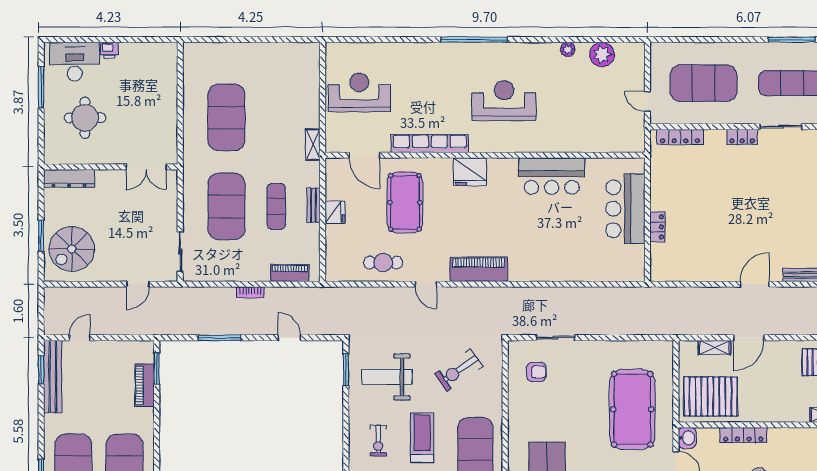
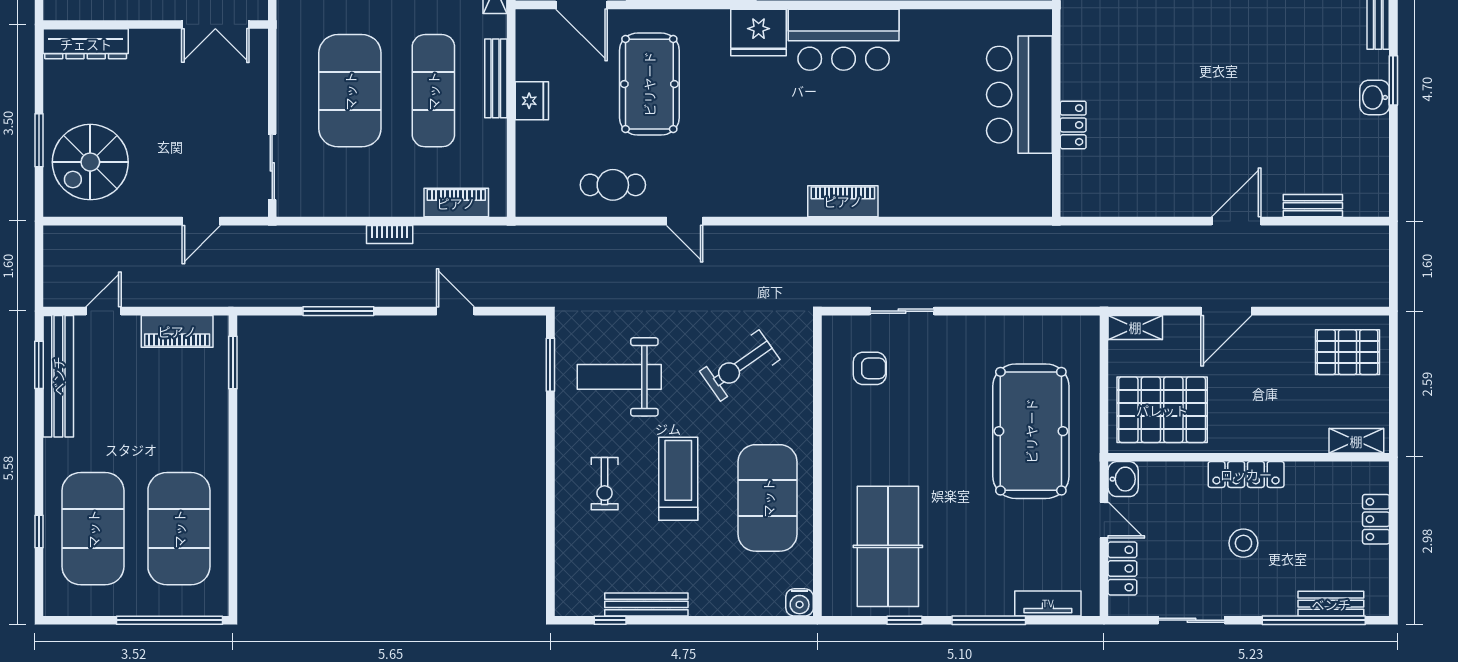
bar counter: (552, 176) -> (844, 40), moved
bench: (313, 205) -> (496, 78), width x1.36
exercise mat: (276, 206) -> (433, 91), width x1.36, depth x1.45
piano: (479, 269) -> (843, 201), moved, width x0.73, depth x0.75
shelving: (715, 348) -> (1135, 327), moved
piano: (145, 385) -> (177, 331), moved, turned -90
locker: (743, 435) -> (1246, 474), moved

